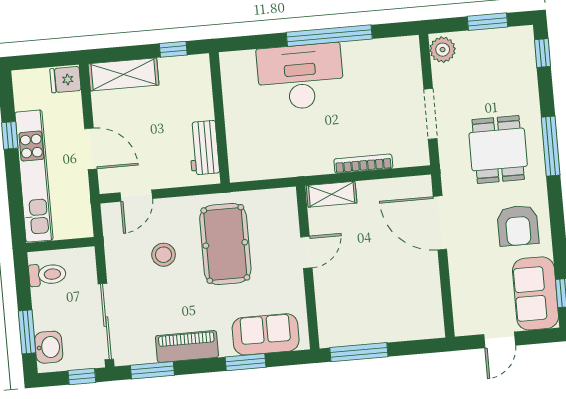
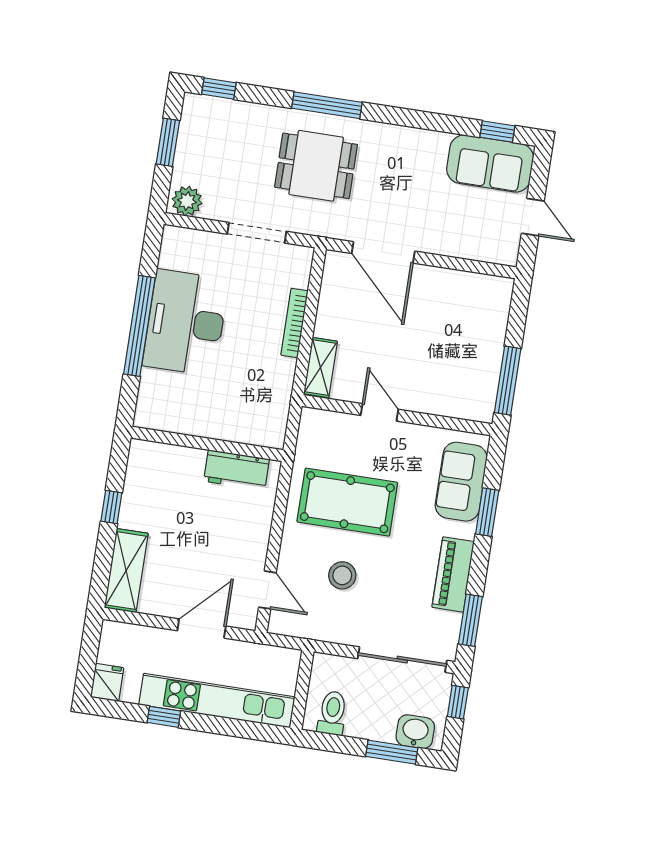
desk: (300, 77) -> (186, 323), moved
fridge: (65, 80) -> (107, 682), moved, turned 180
wall: (220, 118) -> (207, 444), moved
workbench: (204, 148) -> (236, 470), moved
door: (440, 223) -> (383, 252), hinge flipped
armchair: (518, 226) -> (408, 165), removed

